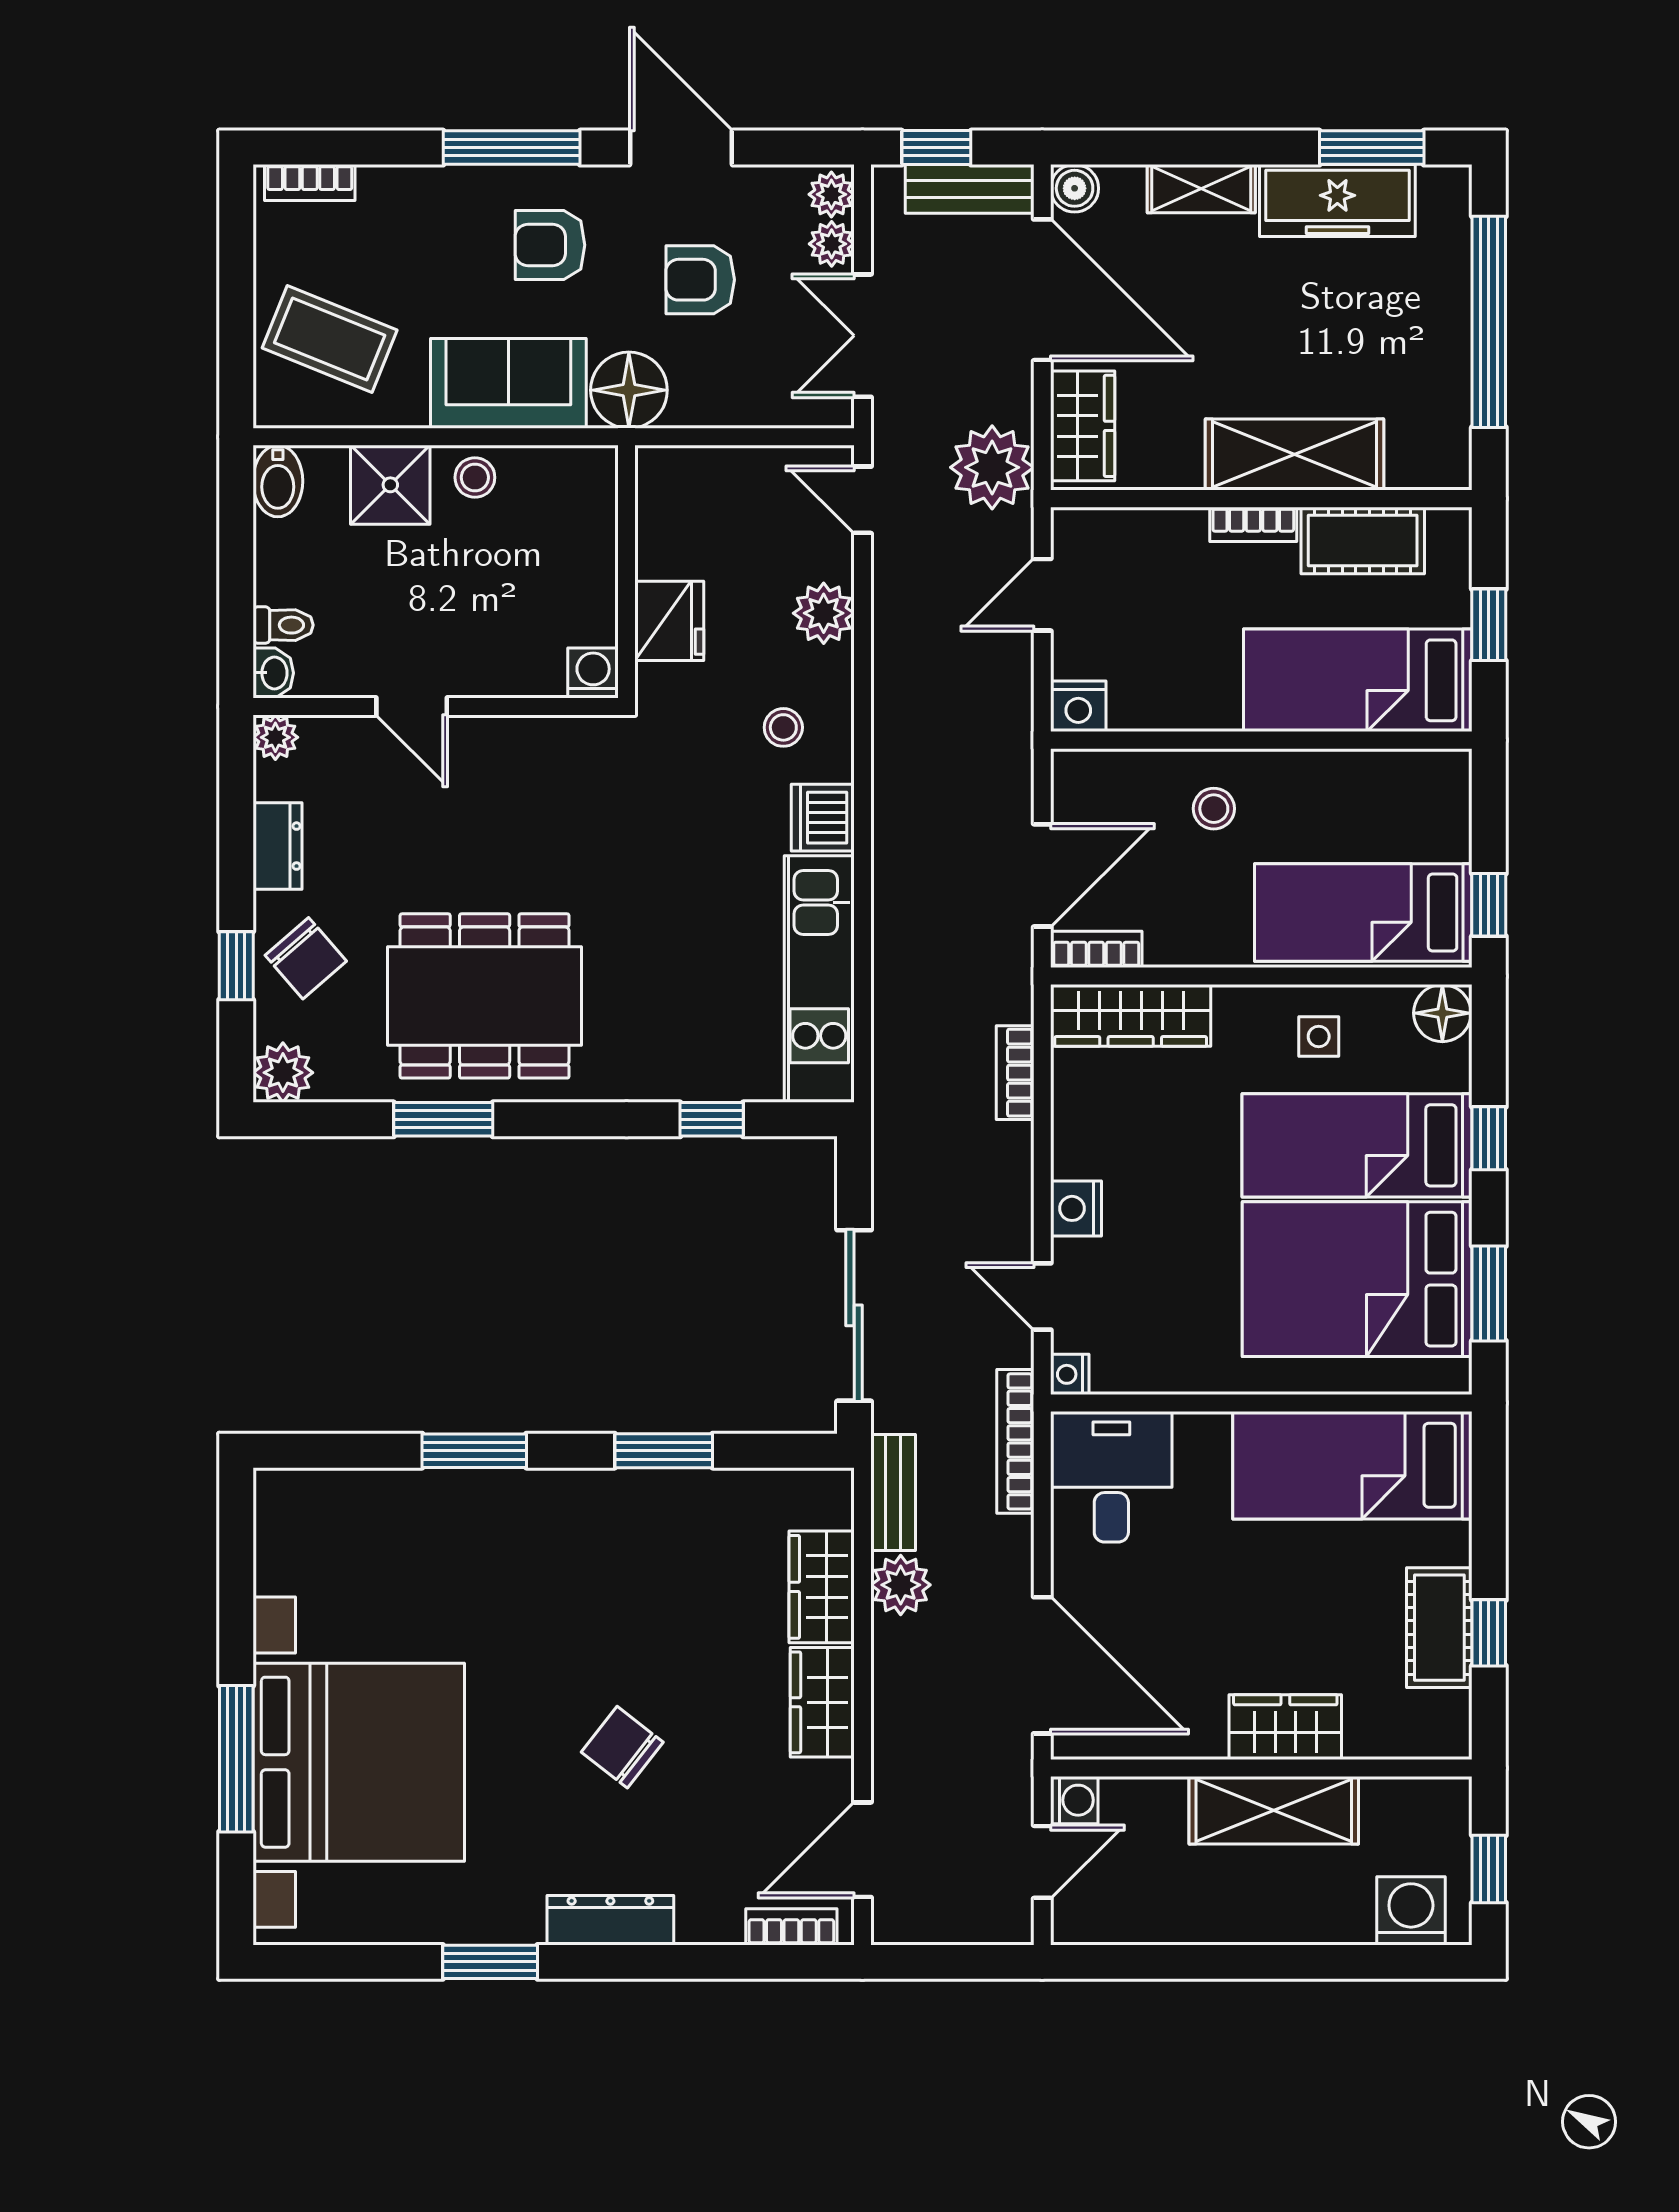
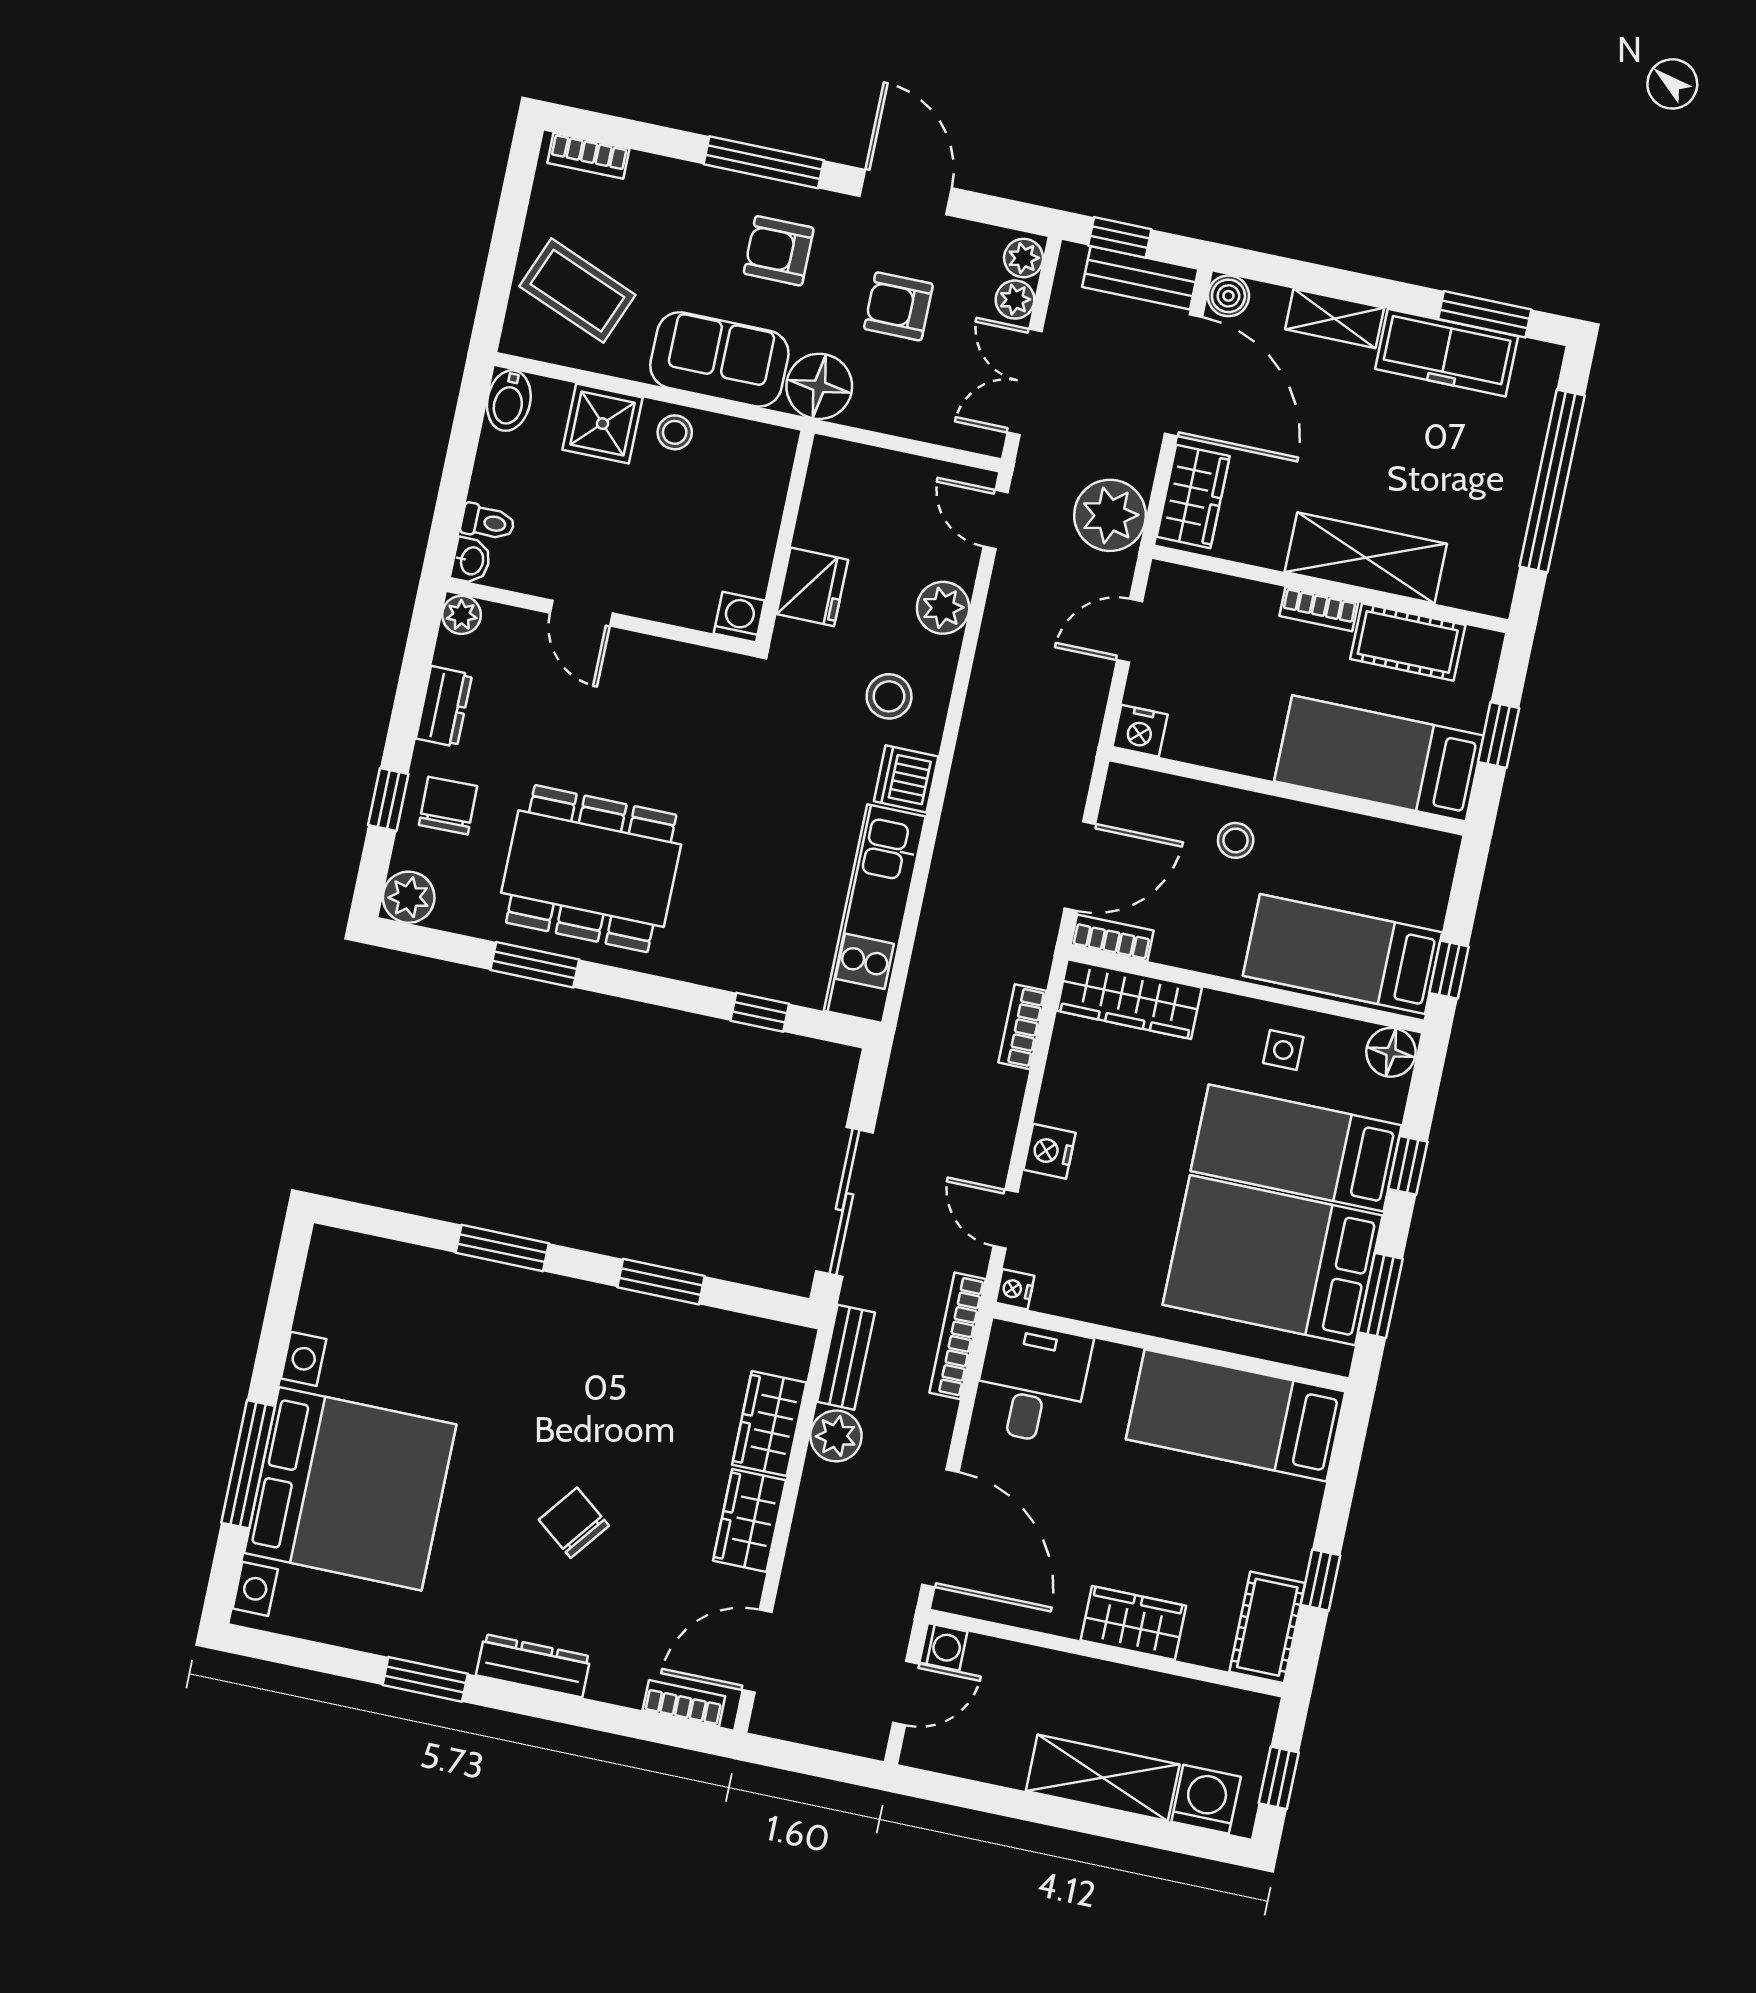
stool: (783, 727) -> (889, 696), width x1.37, depth x1.37
chair: (306, 958) -> (448, 806), turned -140
cot: (1439, 1628) -> (1267, 1627), moved
shelving: (1274, 1810) -> (1103, 1778), moved

